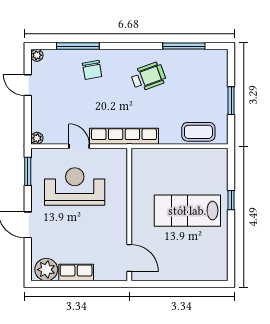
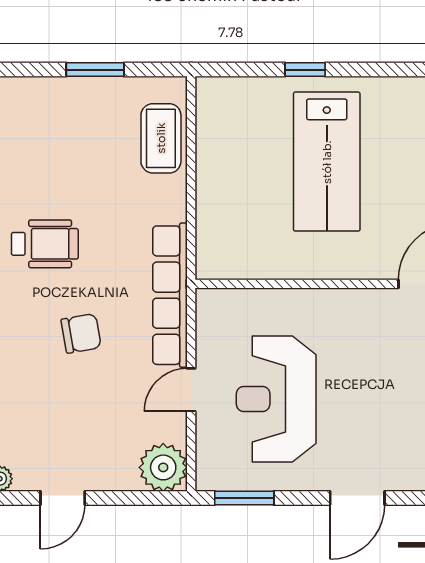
chair: (92, 70) -> (81, 333), moved
wheelchair: (148, 77) -> (45, 244), turned 110
plant: (37, 138) -> (163, 467), width x1.88, depth x1.88

